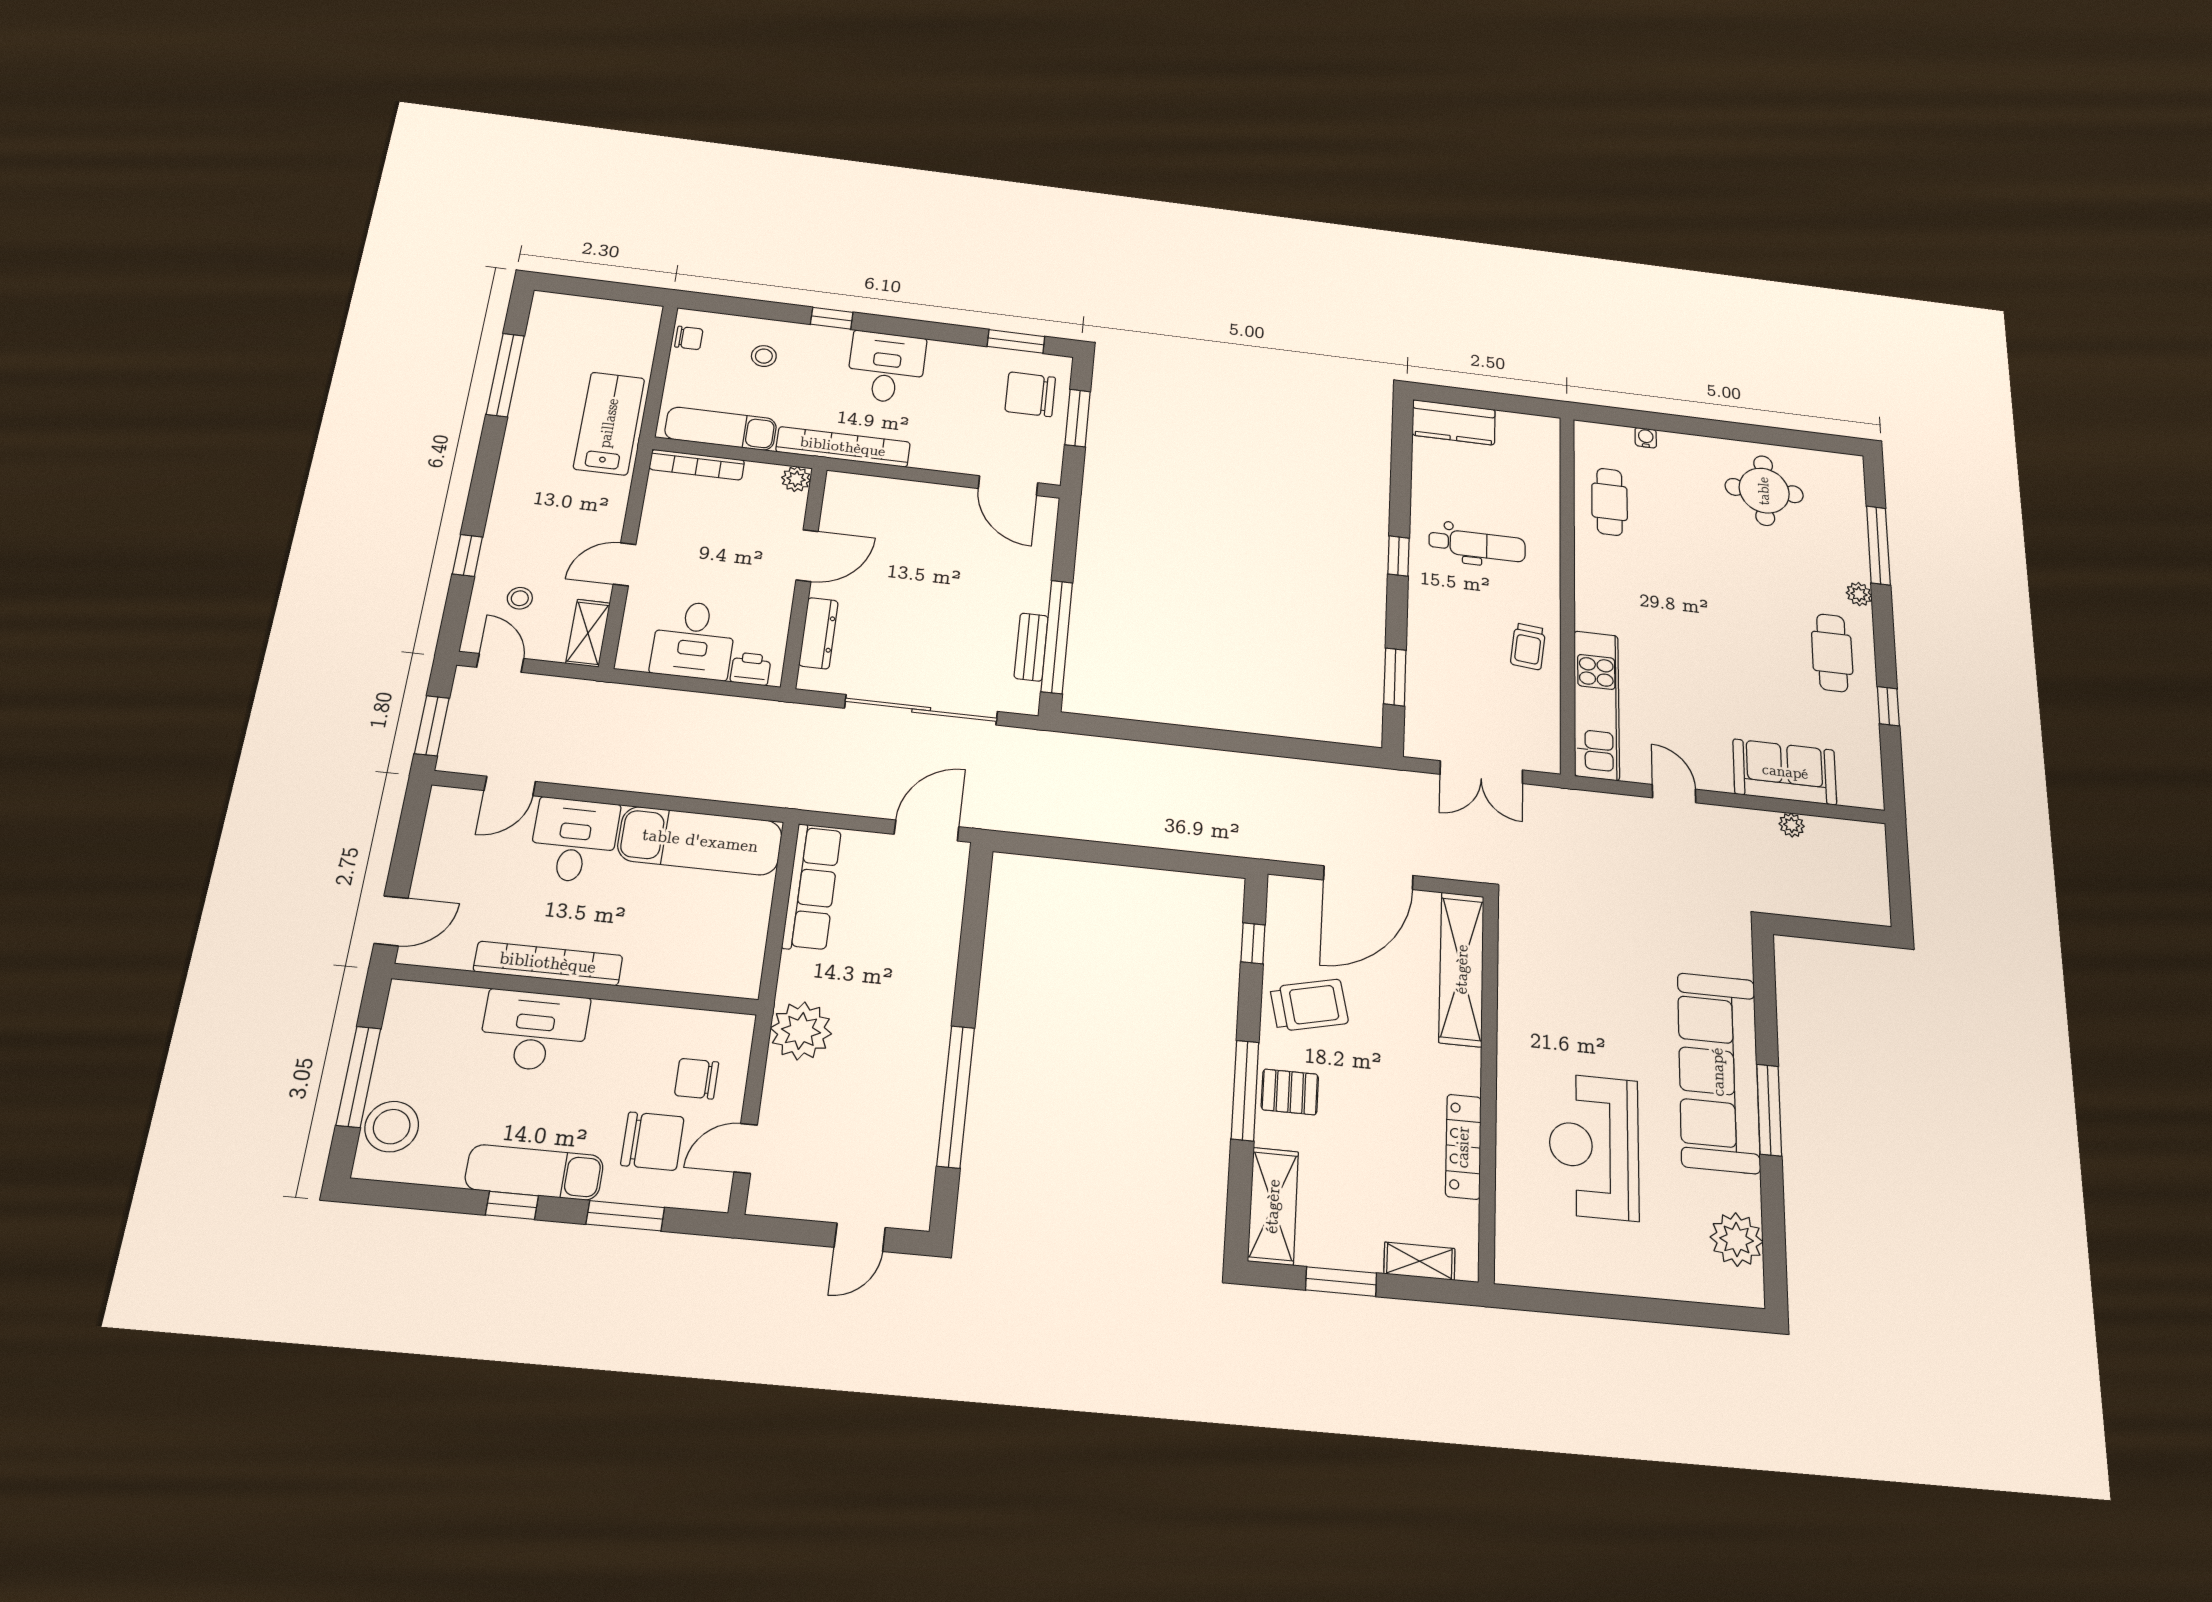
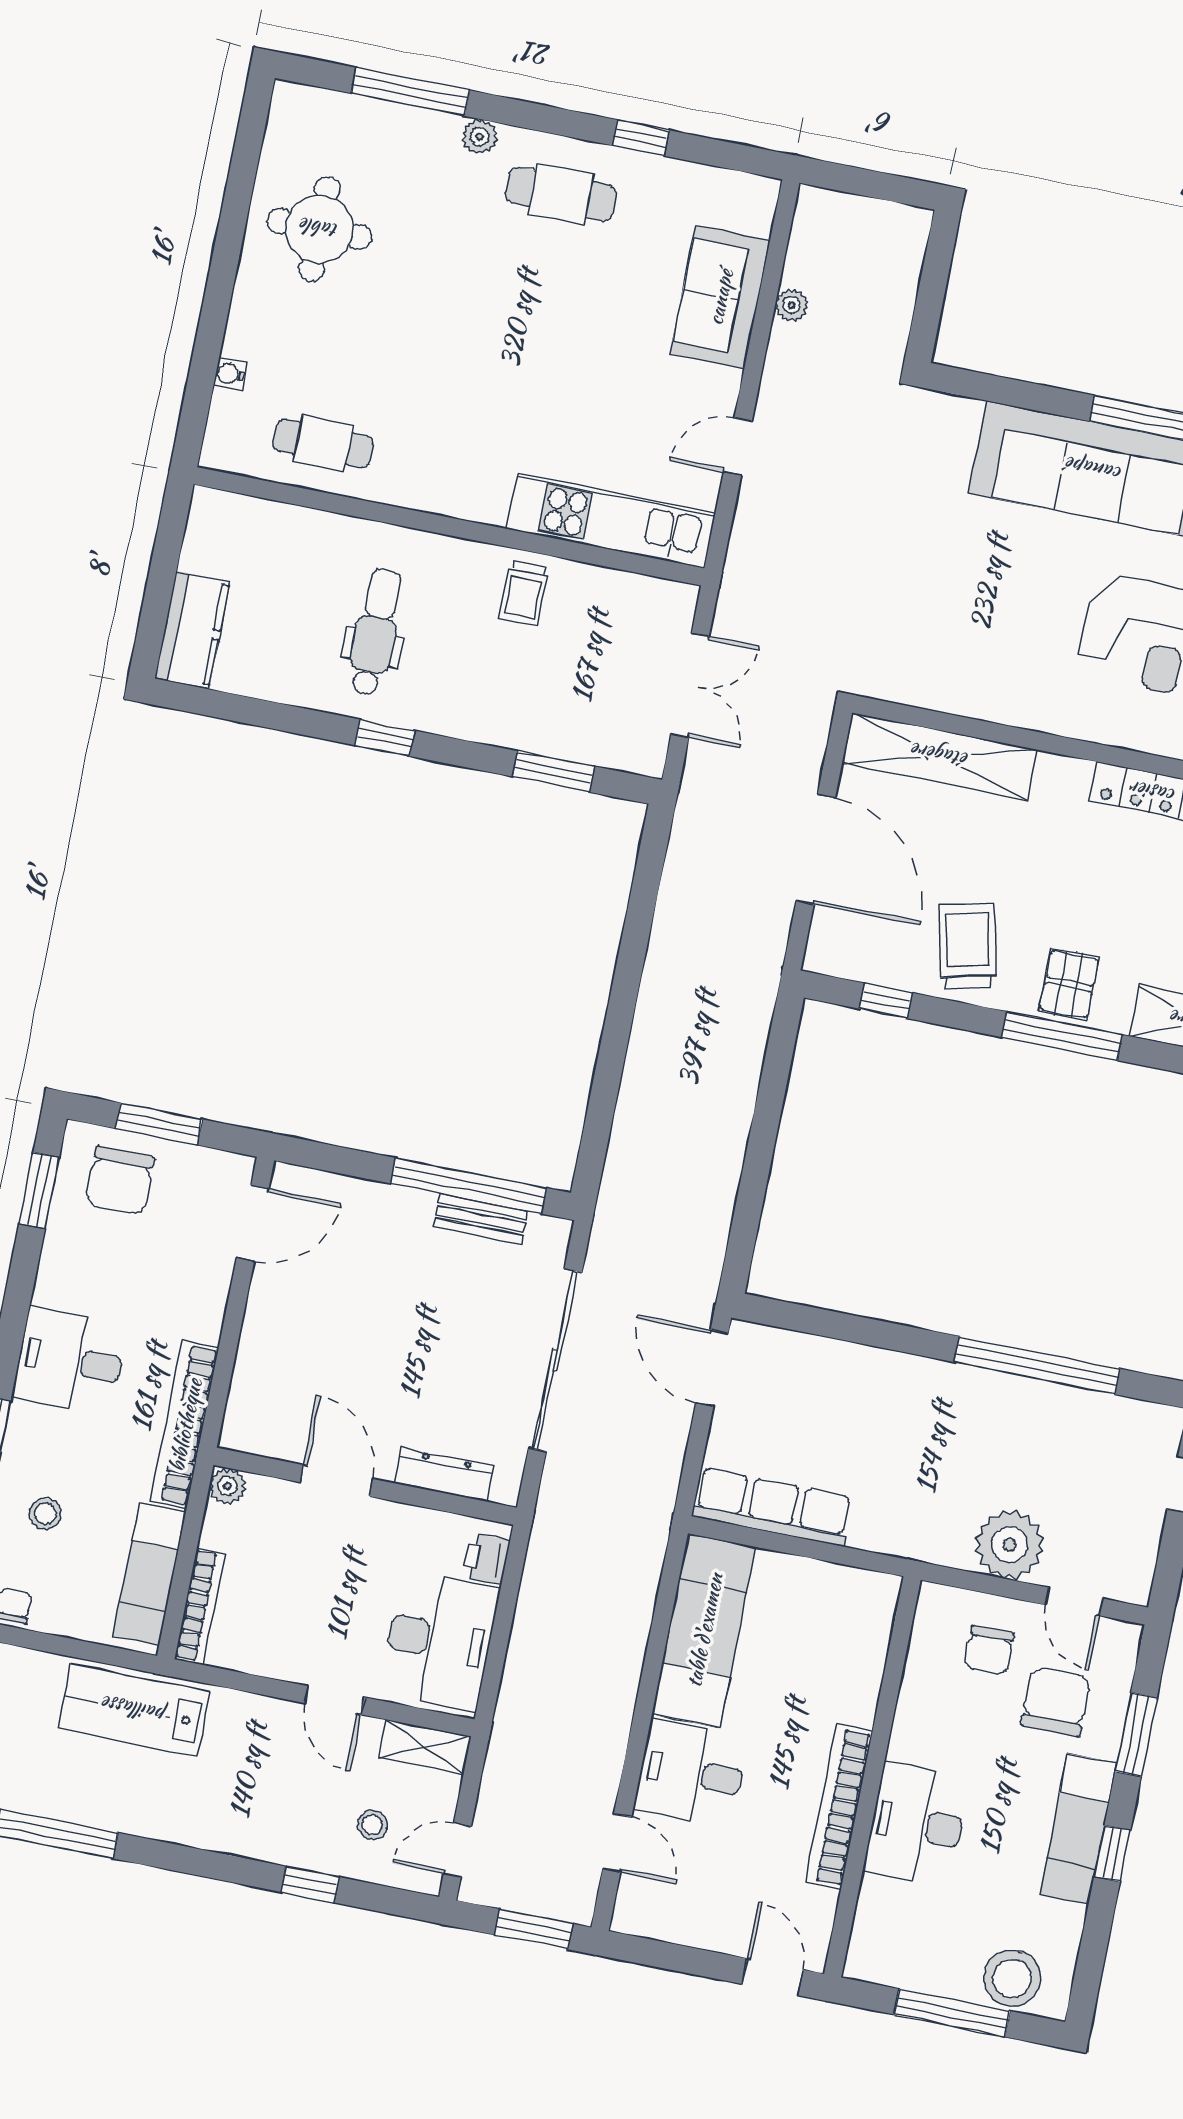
desk: (694, 640) -> (439, 1640), width x1.37
trolley: (1528, 646) -> (524, 593), turned 84
plant: (801, 1031) -> (1009, 1545), moved

